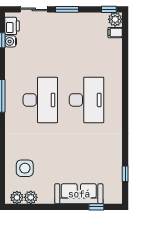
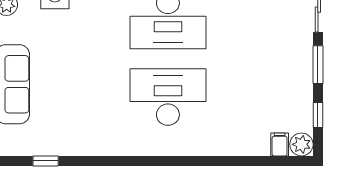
window: (109, 9) -> (318, 115), moved
desk: (87, 100) -> (168, 97), turned 180

